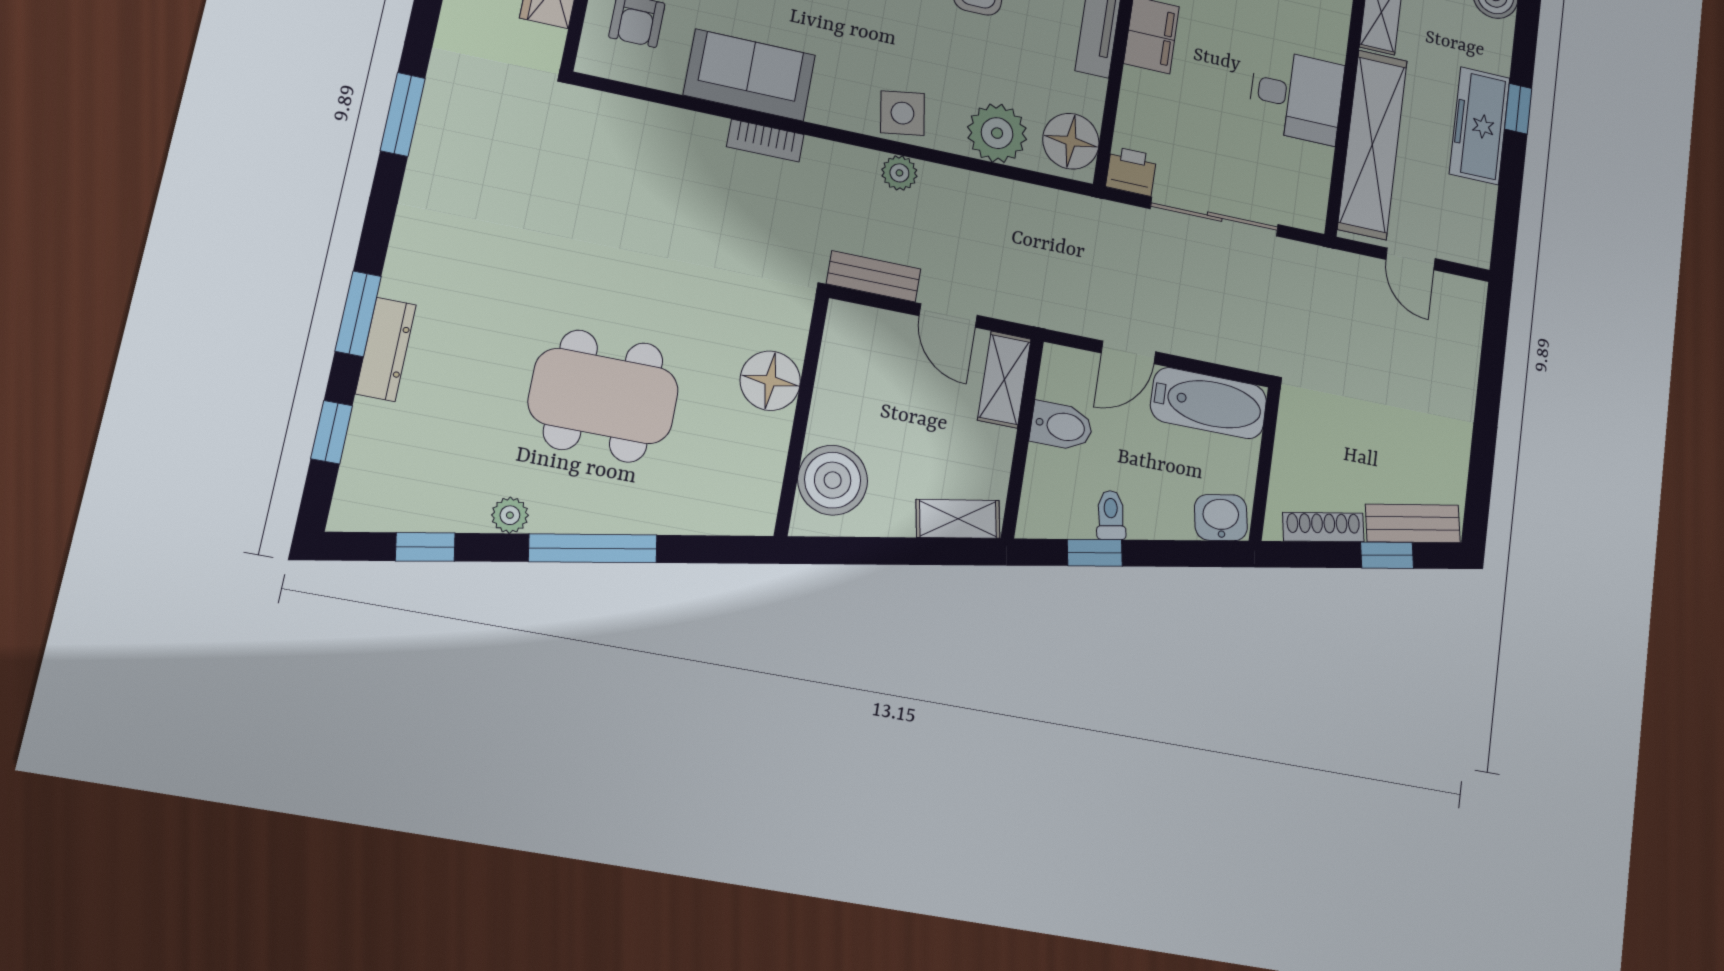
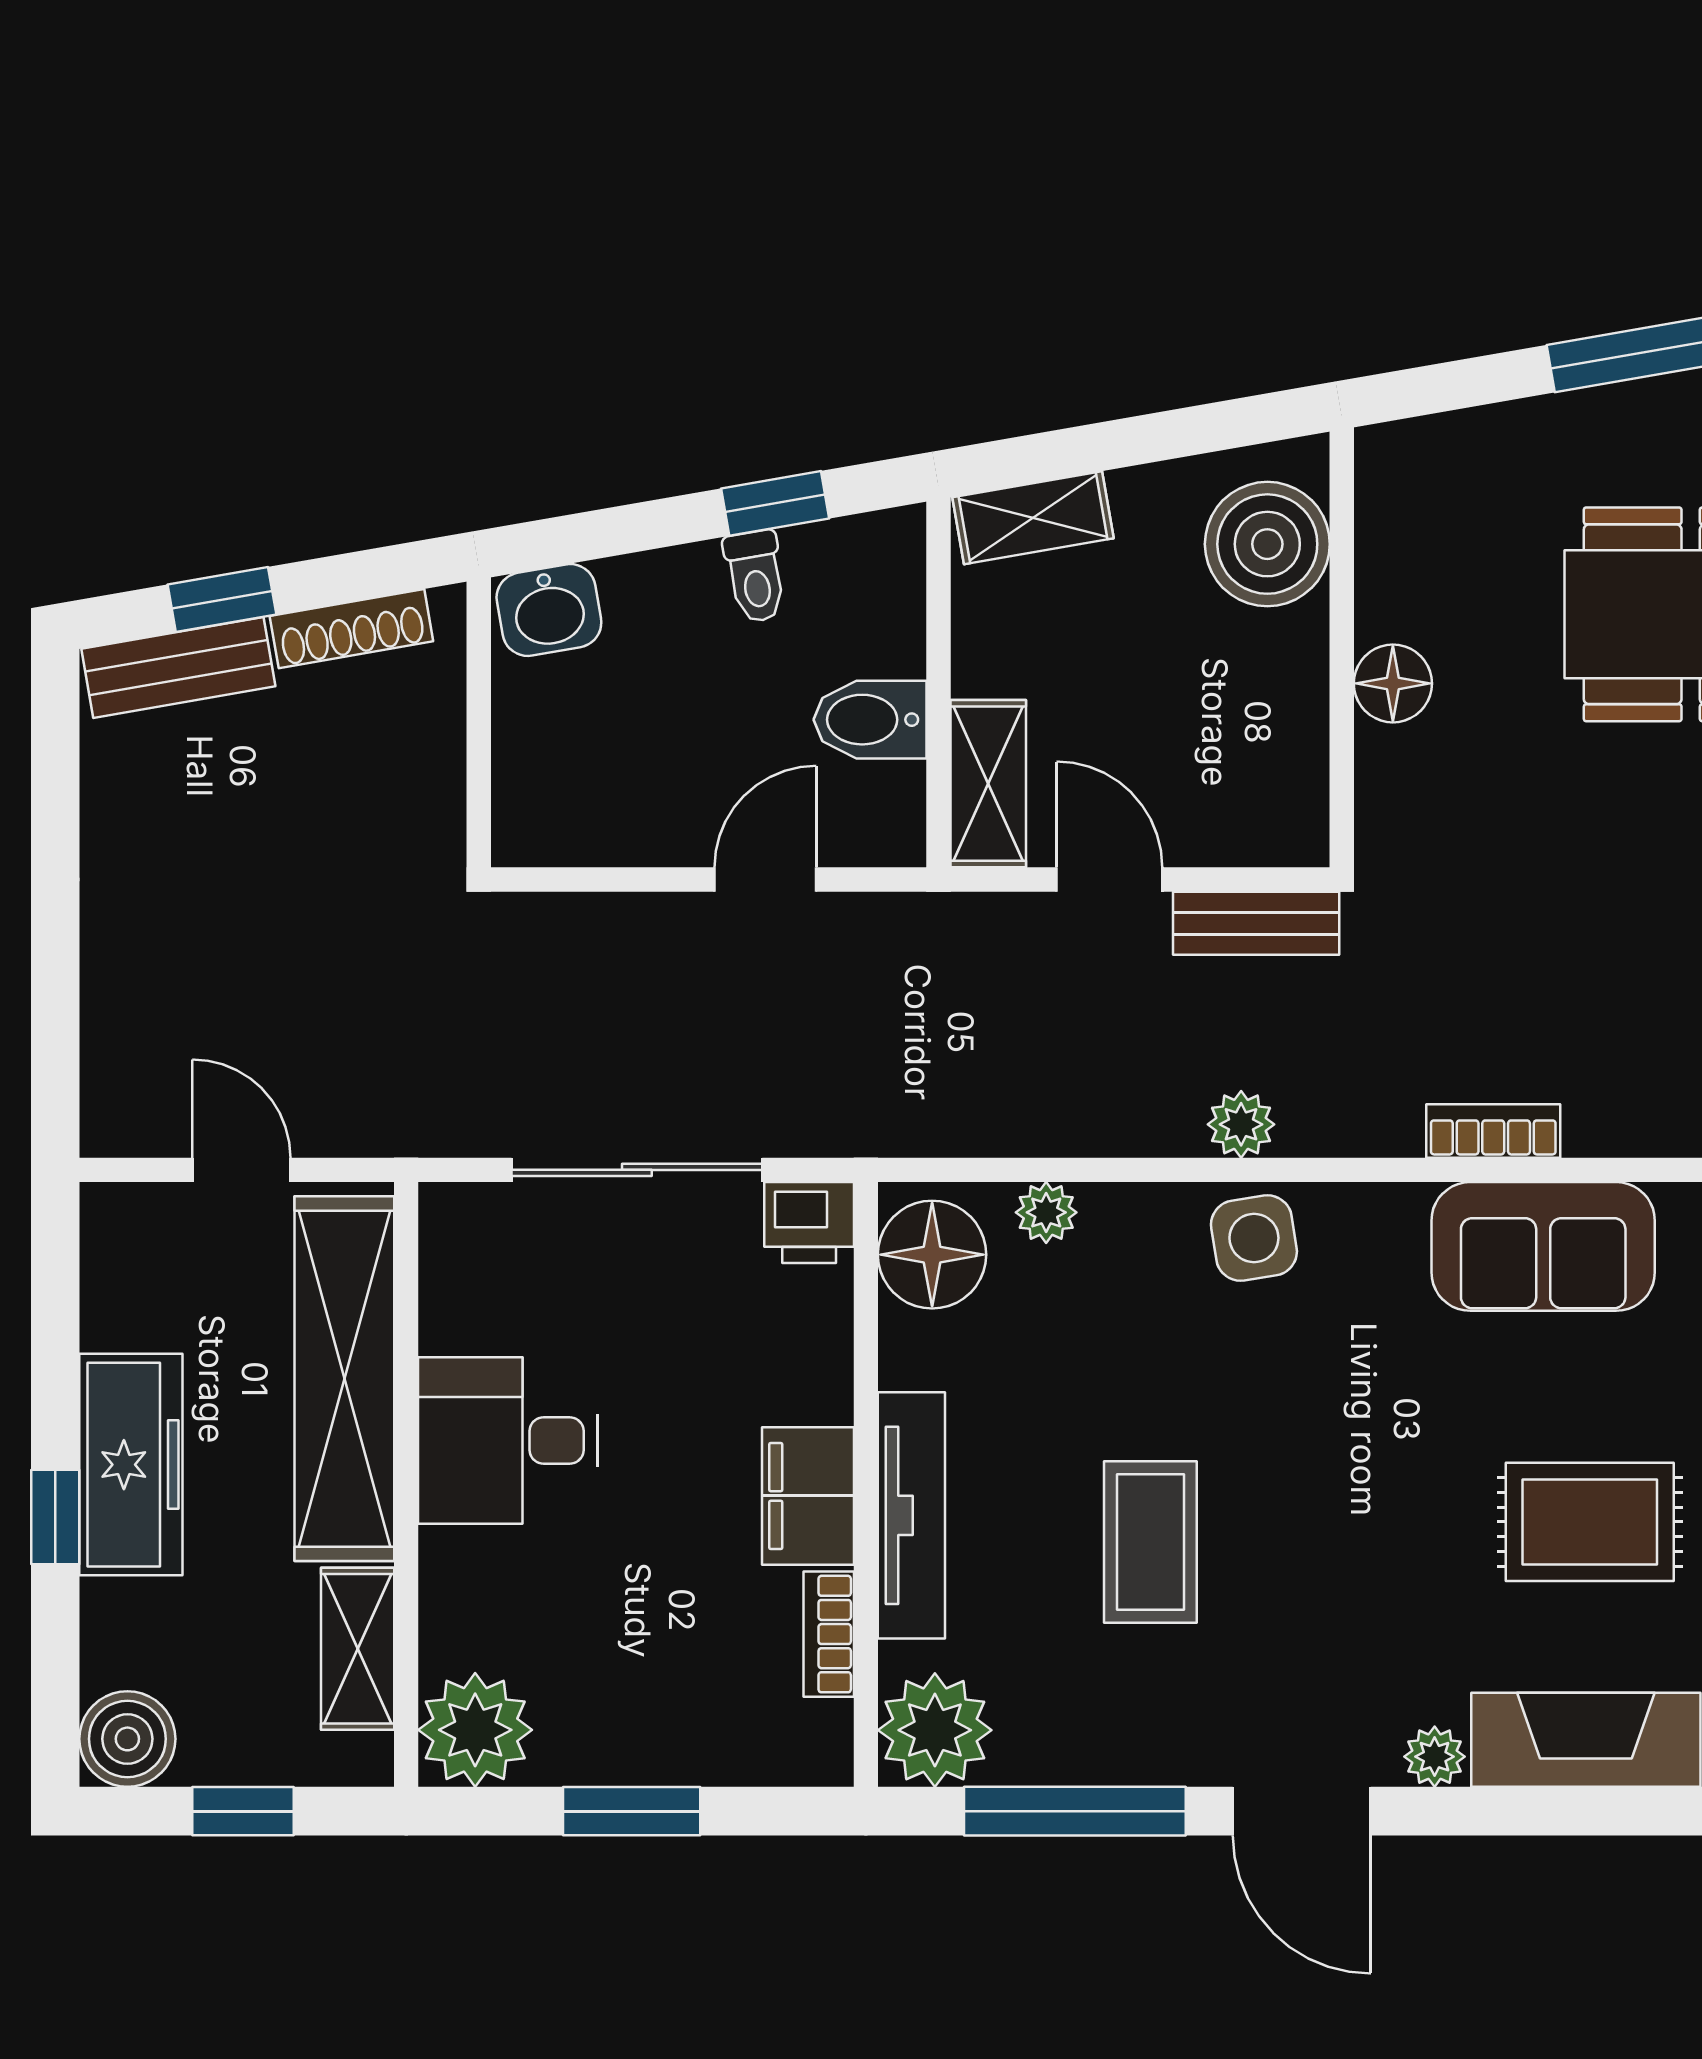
plant: (997, 133) -> (1046, 1212), width x0.53, depth x0.53
floor lamp: (770, 381) -> (1393, 683), width x0.73, depth x0.73
bathtub: (1209, 403) -> (601, 816), removed

